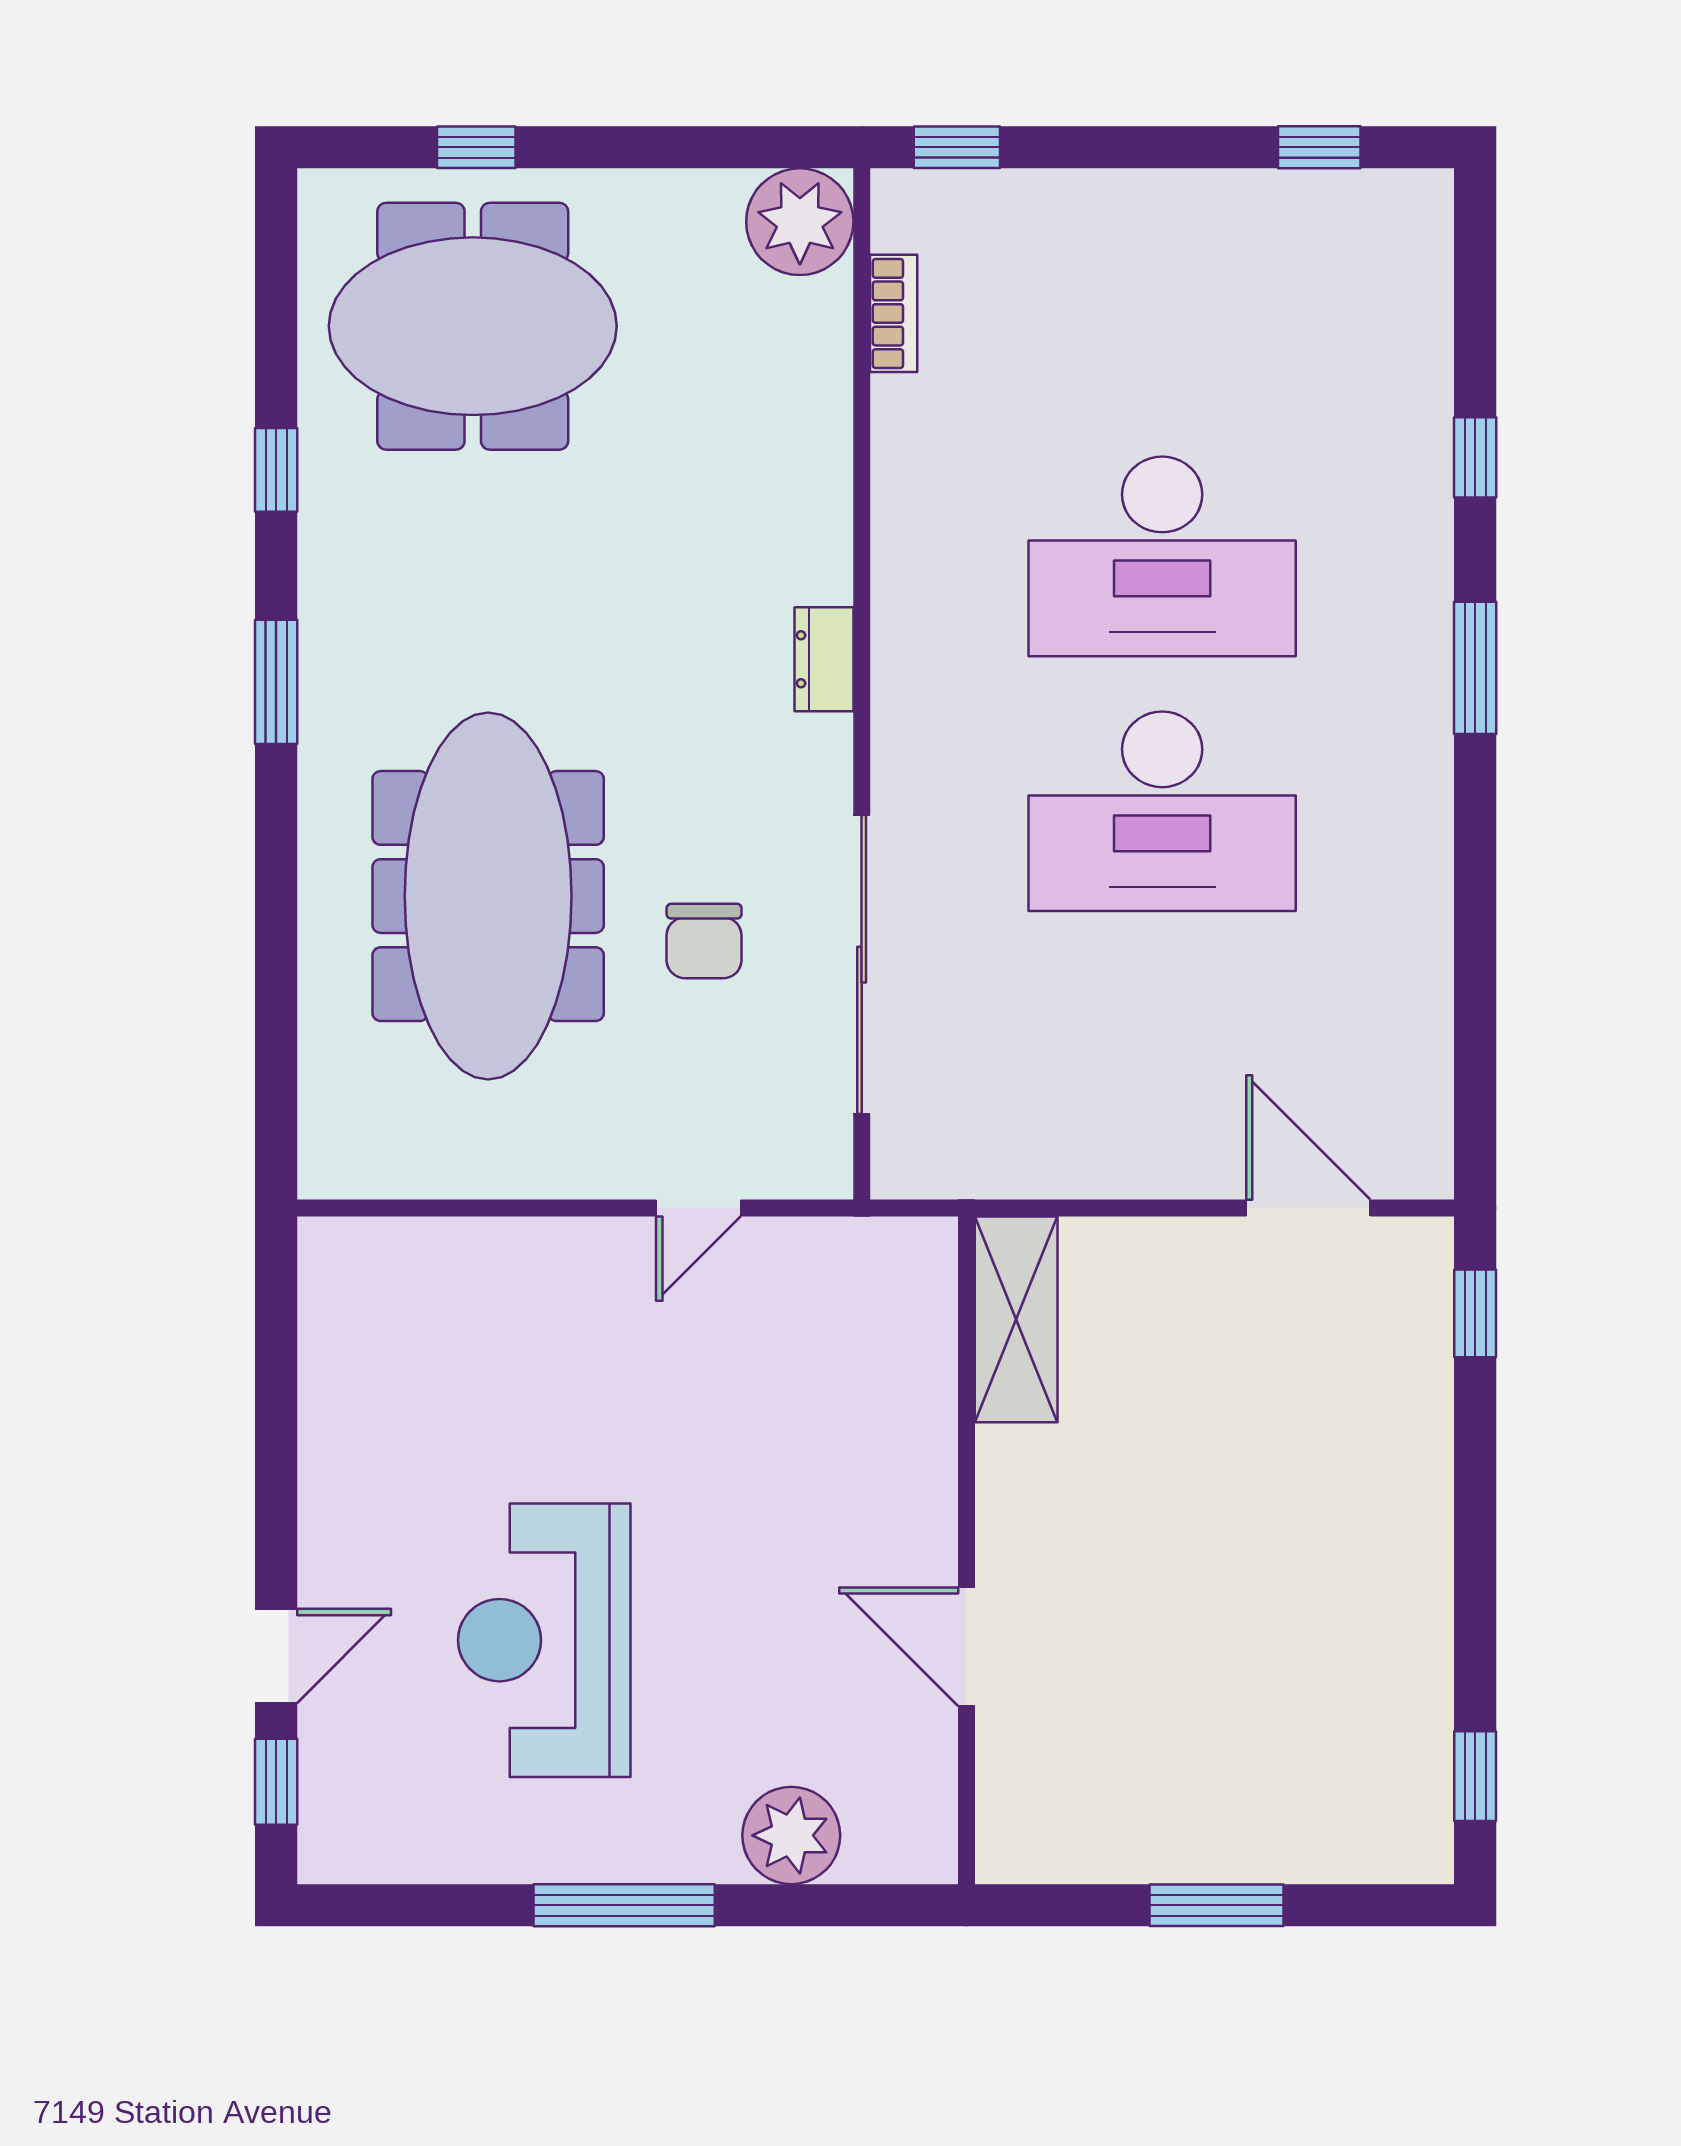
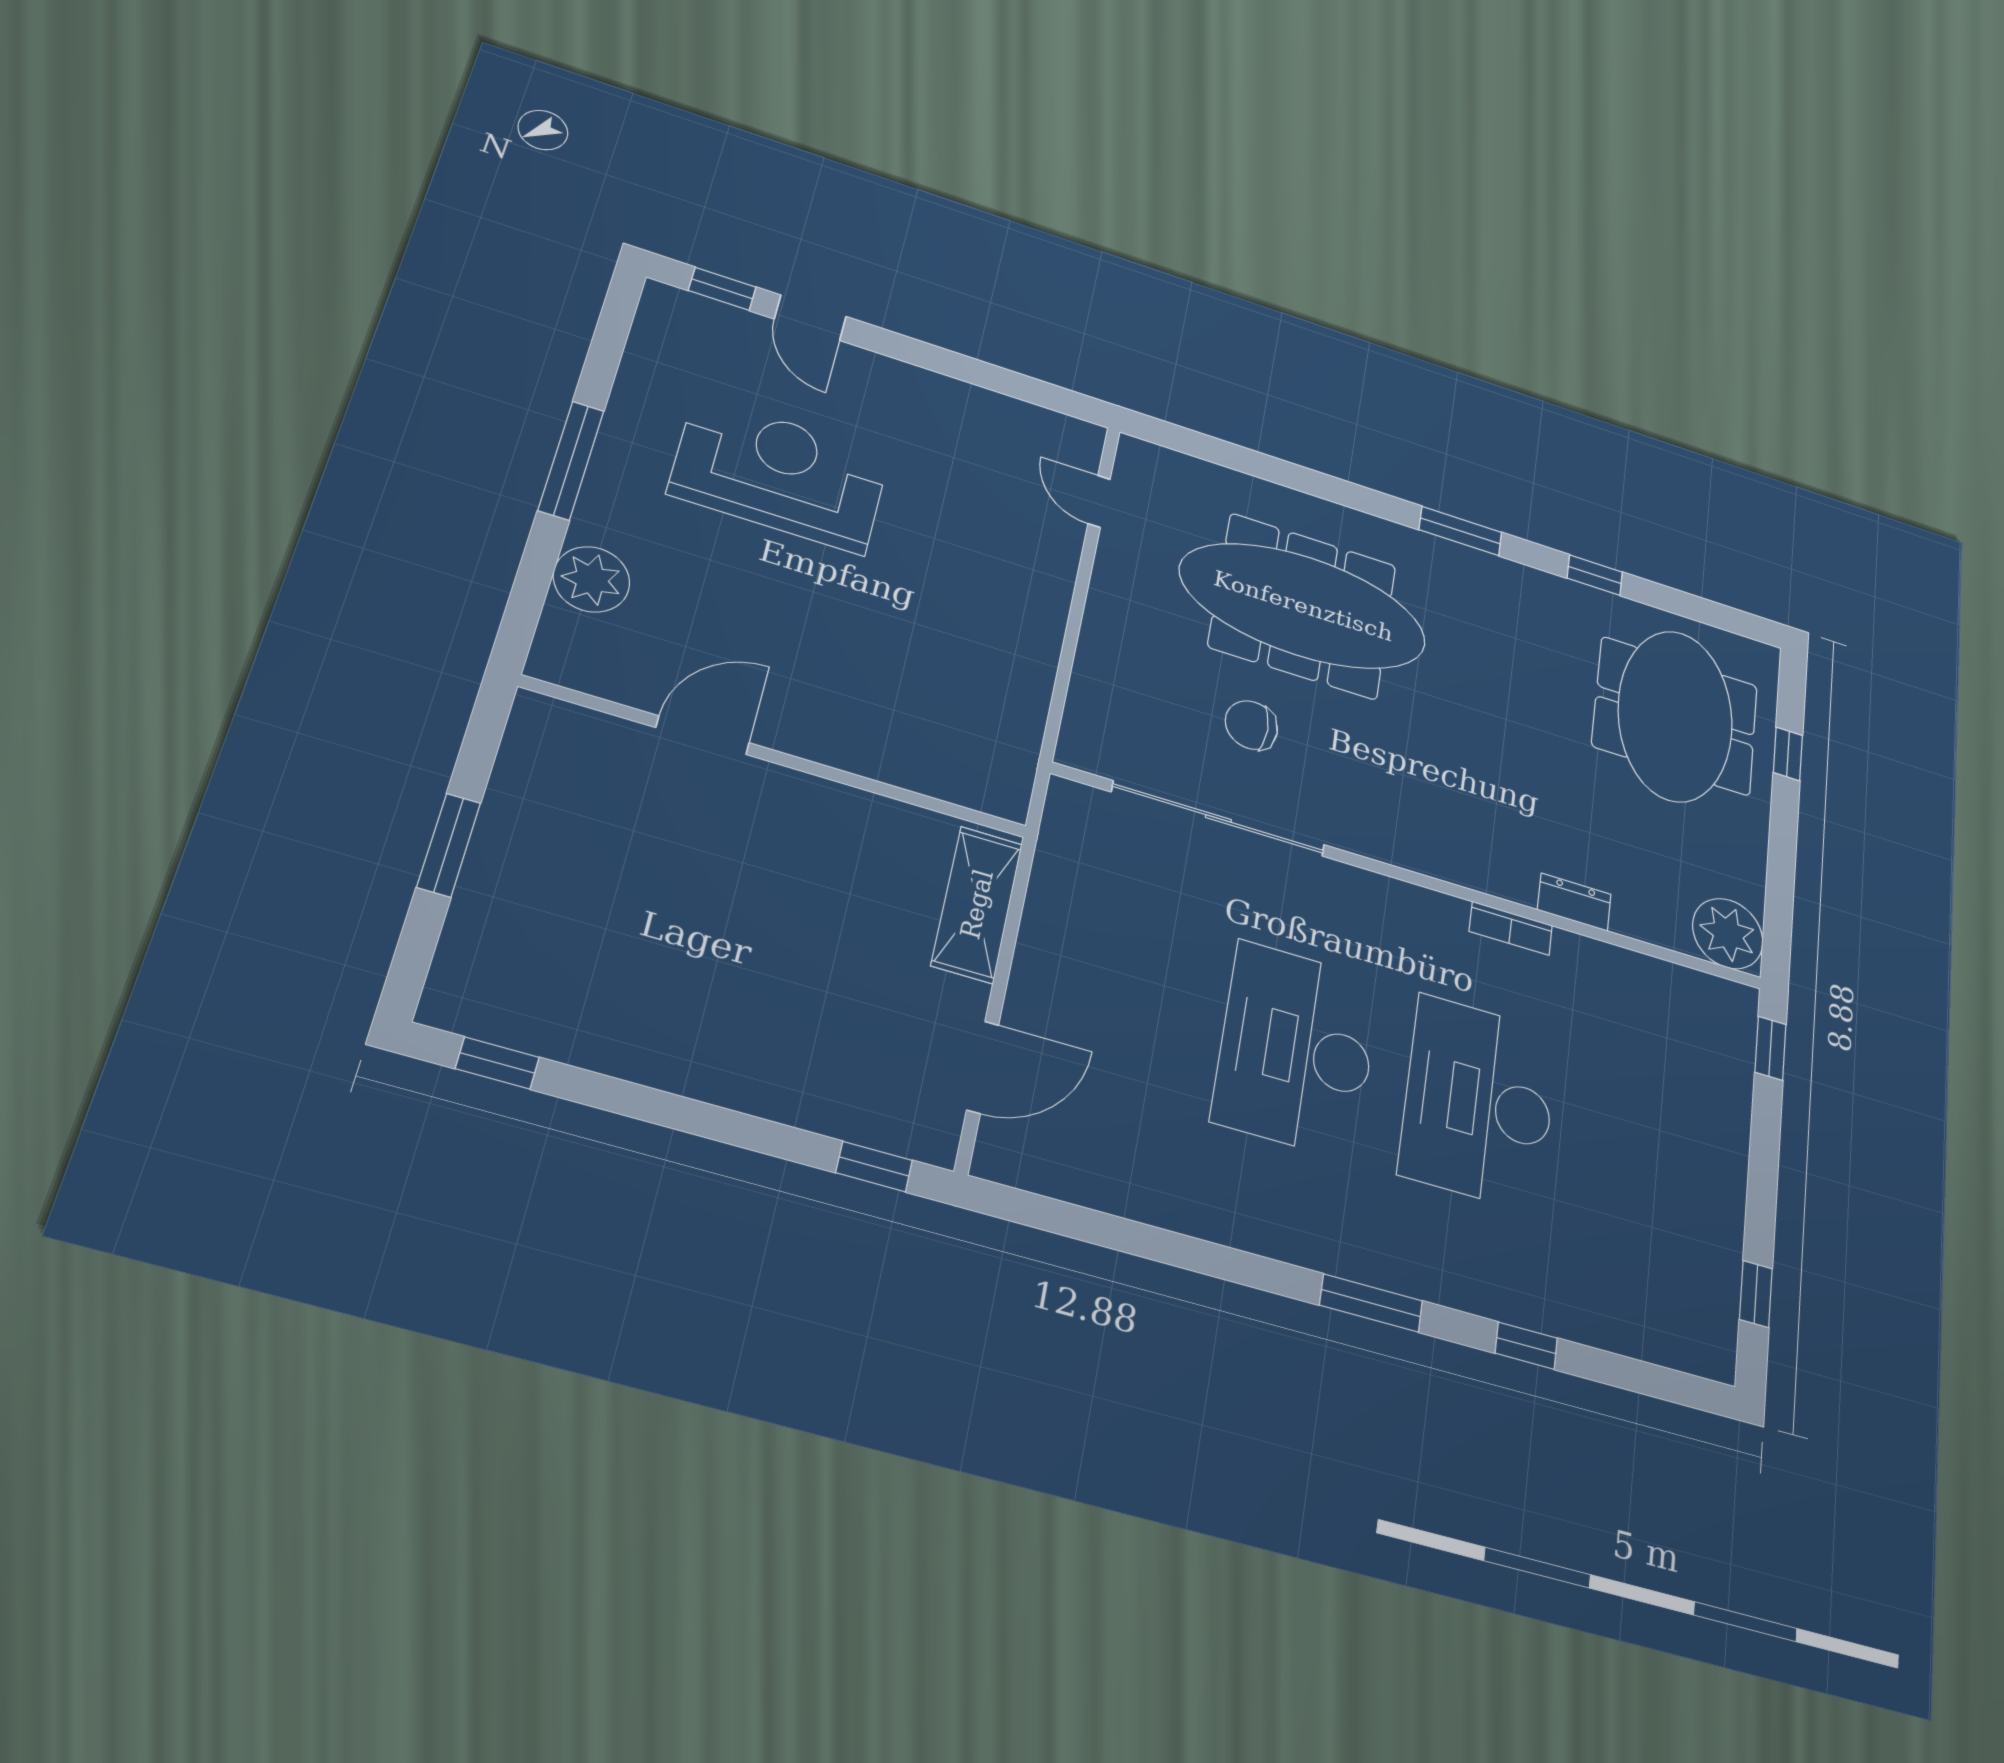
bookcase: (894, 313) -> (1511, 928), moved
dresser: (824, 659) -> (1574, 902), moved
door: (698, 1208) -> (1099, 501), moved
shelving: (1016, 1319) -> (977, 904), moved, turned 90

